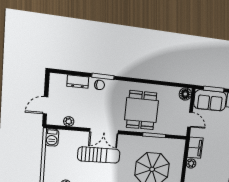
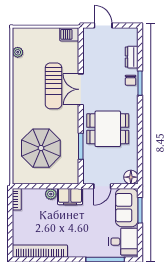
plant: (69, 121) -> (88, 51), removed

